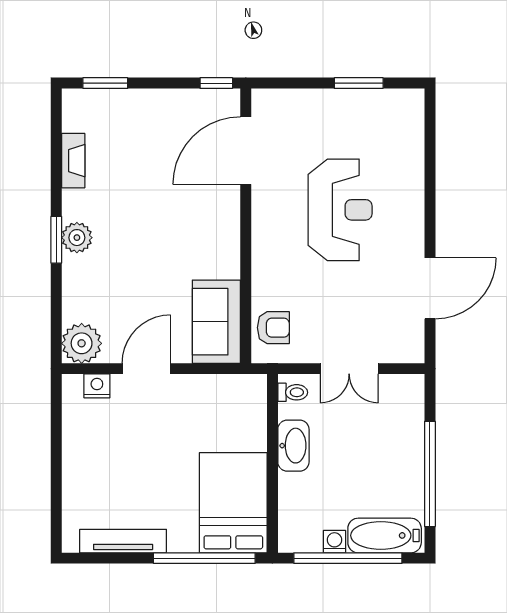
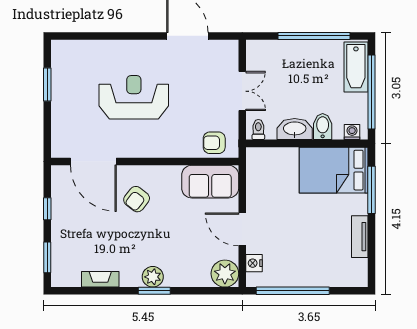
window: (216, 83) -> (47, 209), moved
armchair: (191, 214) -> (137, 199), added
armchair: (273, 328) -> (214, 143), turned -90
window: (56, 443) -> (293, 291), added
bidet: (297, 487) -> (323, 127), added
tv unit: (123, 541) -> (360, 237), width x0.71
washing machine: (334, 542) -> (352, 132), moved, turned 90
window: (204, 558) -> (371, 190), width x0.68

